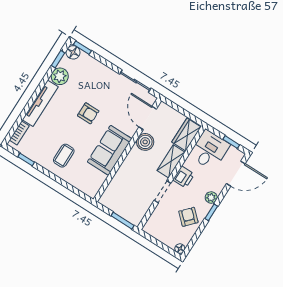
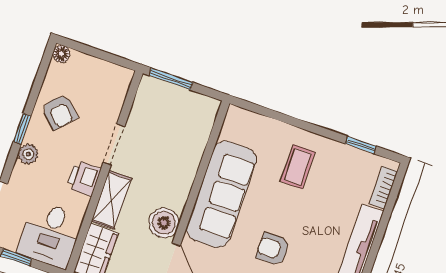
sofa: (110, 150) -> (221, 194), width x1.36

